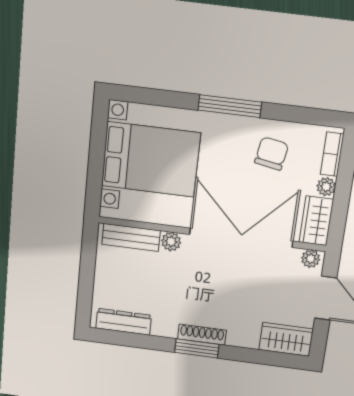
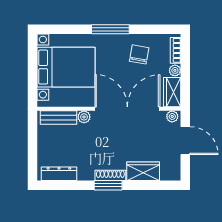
wardrobe: (286, 339) -> (143, 171), moved

